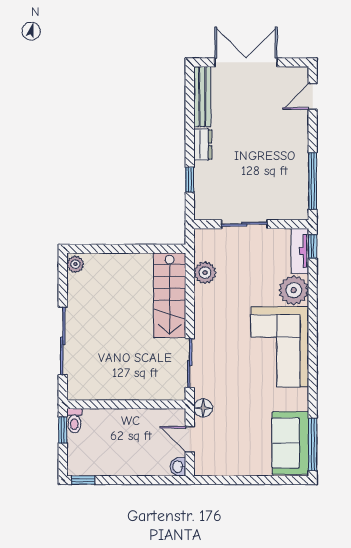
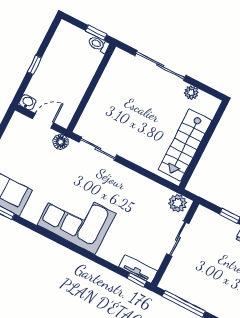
plant: (75, 264) -> (191, 93), moved
plant: (205, 273) -> (178, 203), moved
plant: (294, 290) -> (112, 250), removed
stairs: (170, 295) -> (185, 145), moved, turned -90
window: (83, 480) -> (34, 65), moved

